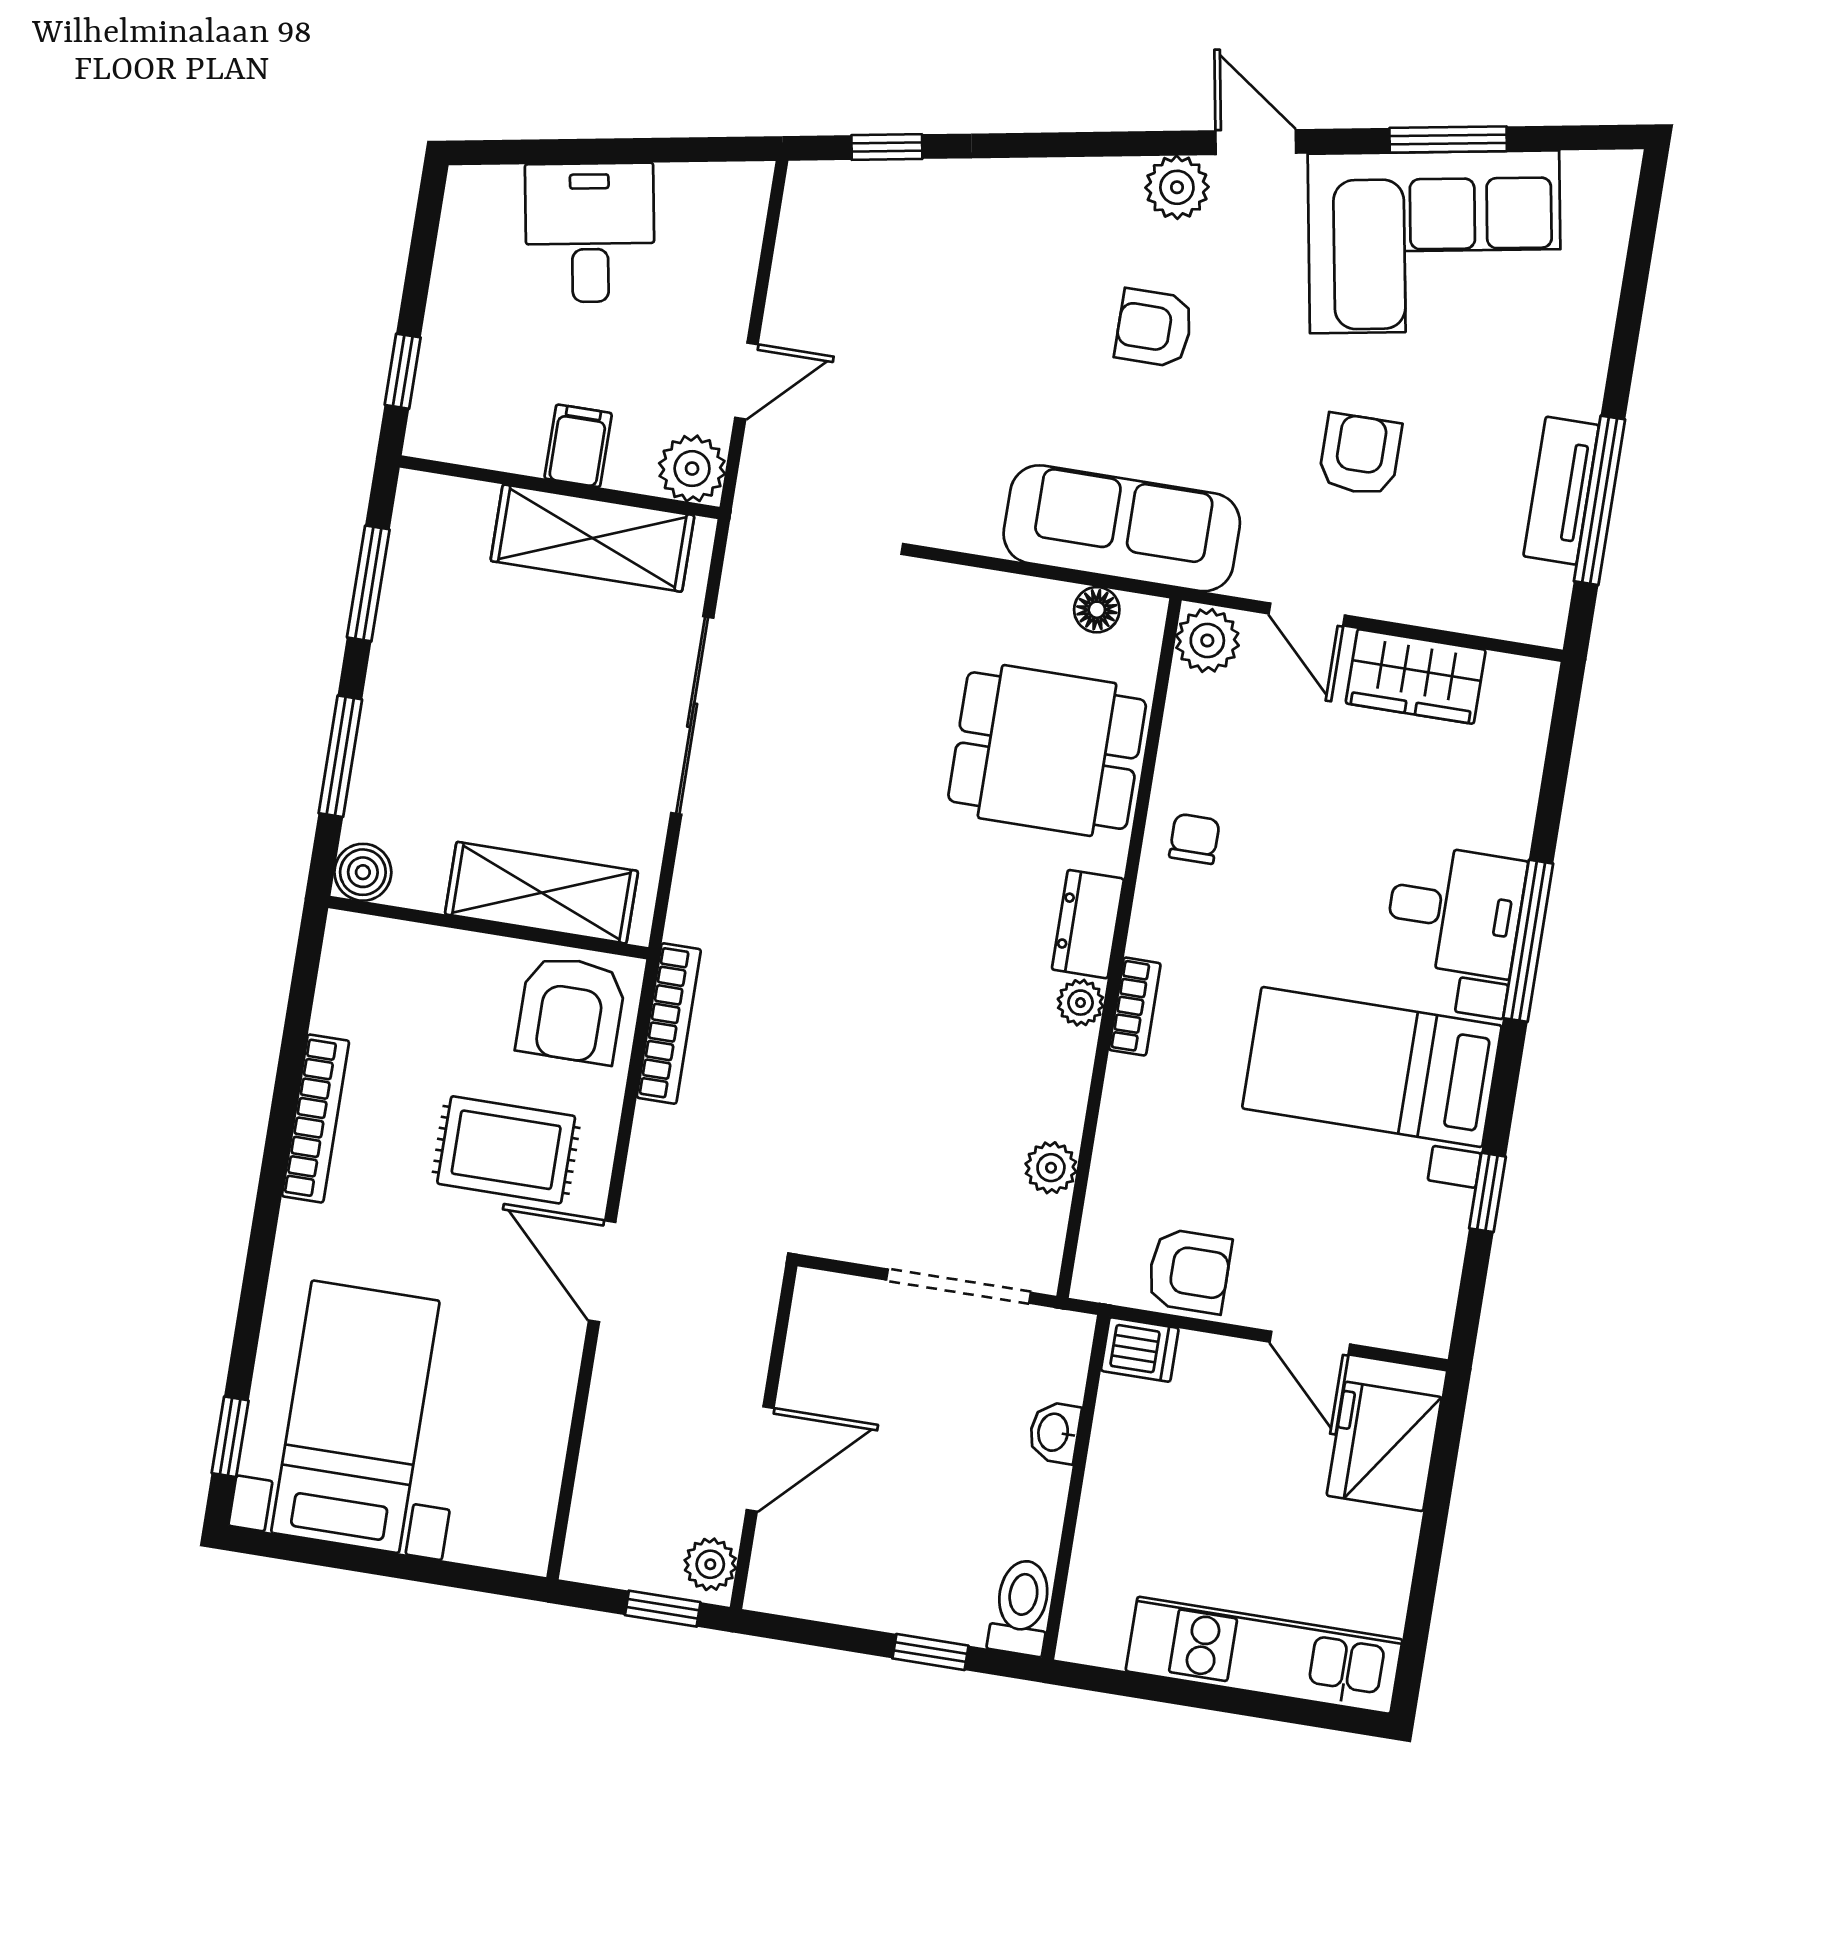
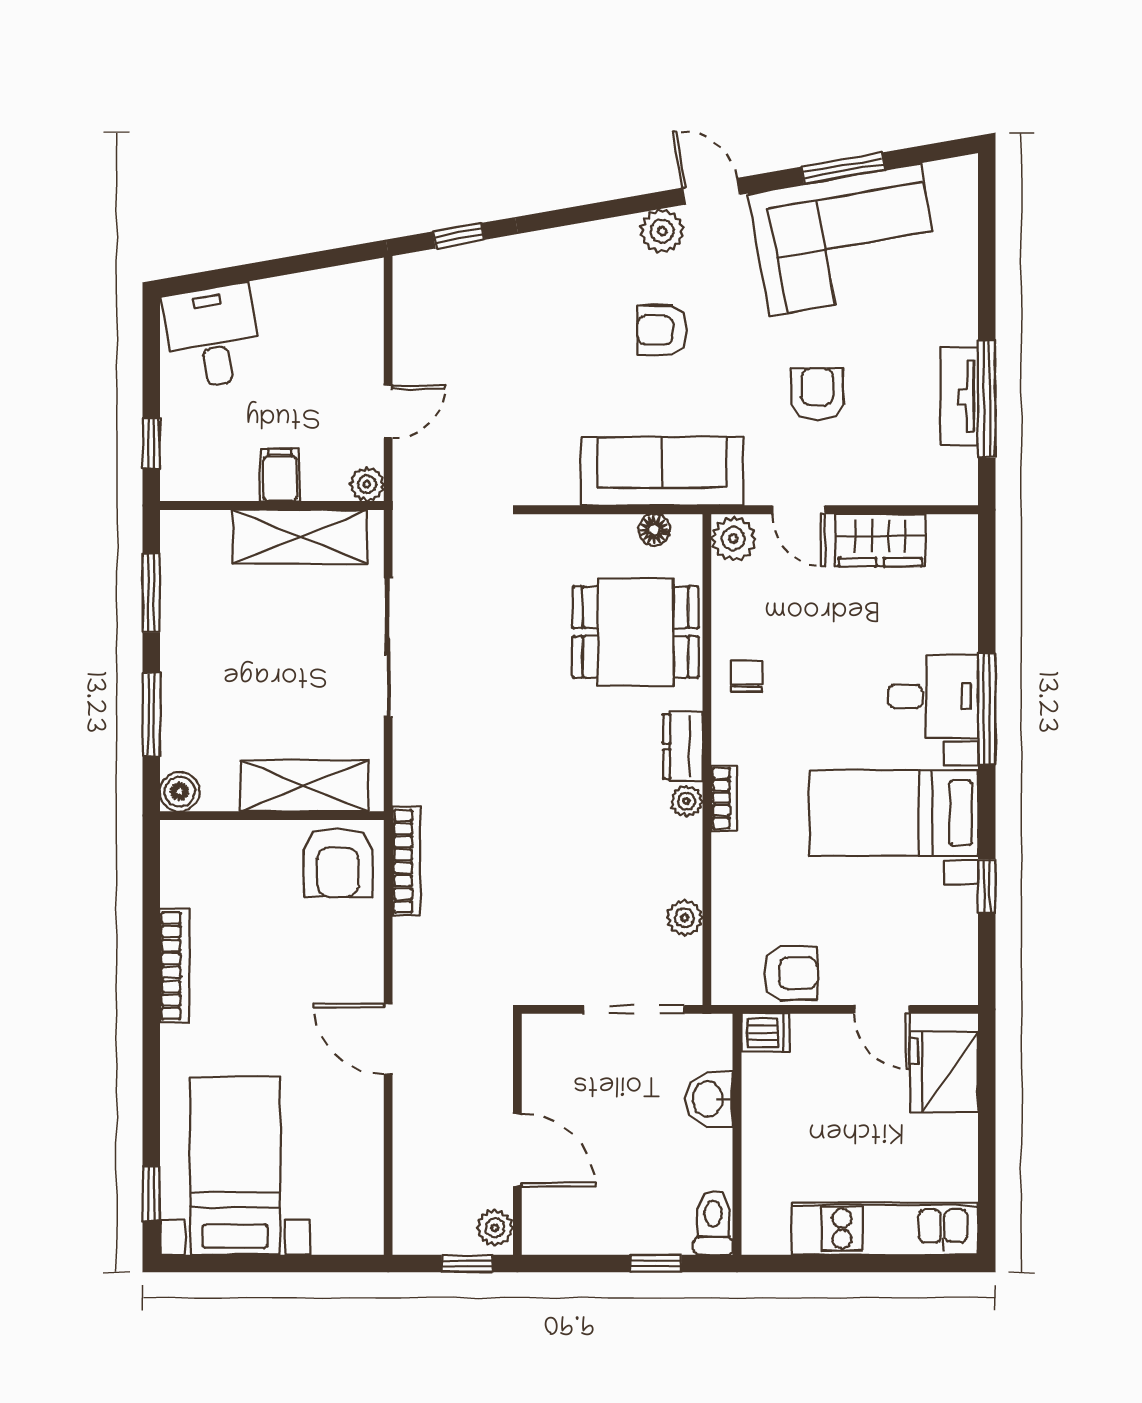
desk: (590, 233) -> (213, 336), moved
plant: (692, 469) -> (367, 484), width x0.73, depth x0.73
rug: (506, 1150) -> (309, 966), removed
washbasin: (1054, 1432) -> (709, 1099), width x1.38, depth x1.45
door: (760, 1459) -> (517, 1150), hinge flipped

